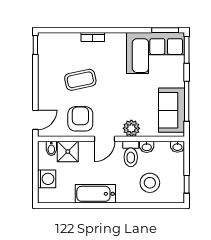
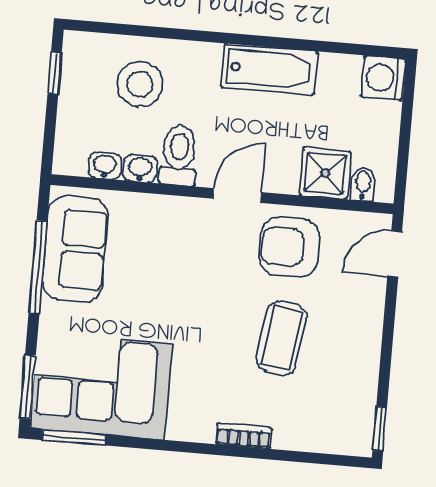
coffee table: (80, 80) -> (282, 338), turned -70
armchair: (80, 119) -> (289, 247), turned 90
plant: (131, 128) -> (172, 215), removed
washbasin: (177, 147) -> (105, 166), moved
washing machine: (47, 179) -> (383, 78), moved

